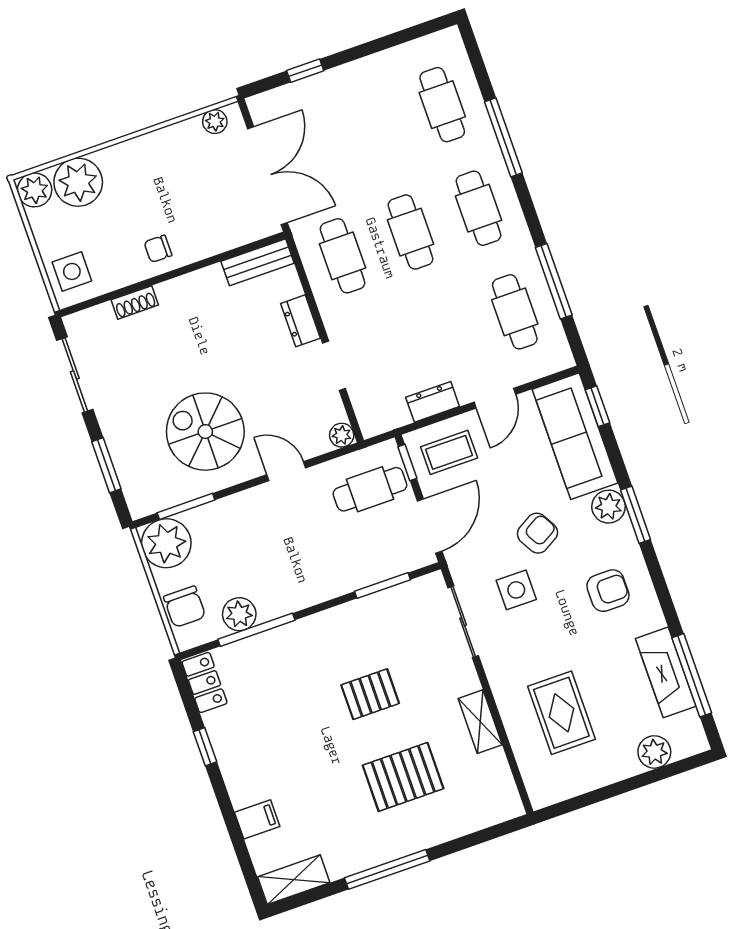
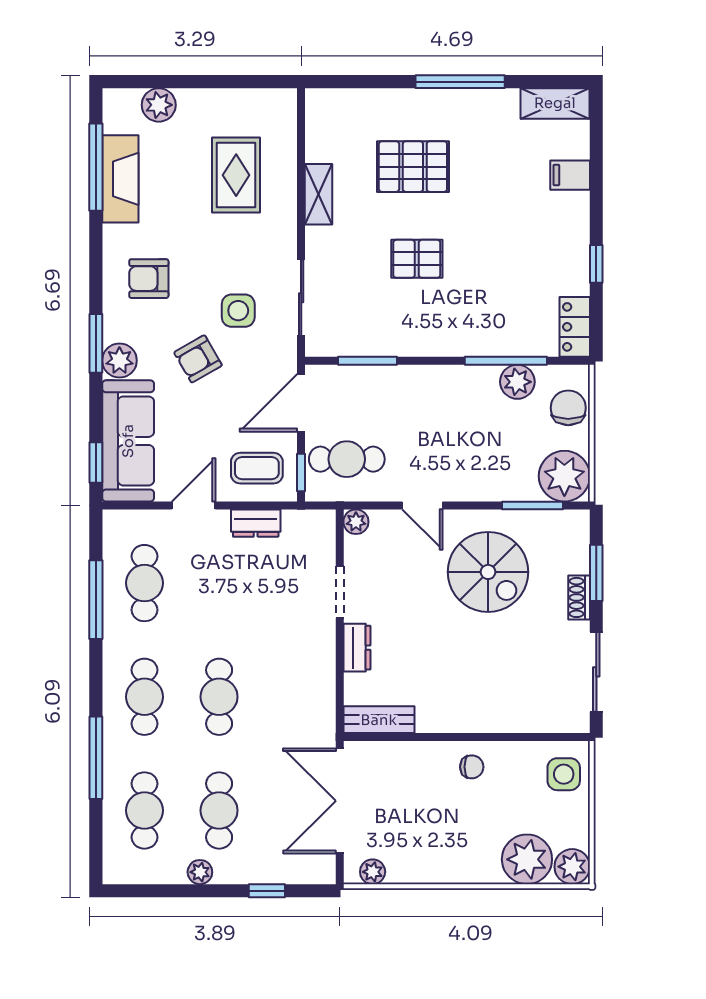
plant: (372, 66) -> (200, 872), added
cafe table: (343, 256) -> (219, 810), moved
shoe rack: (135, 302) -> (579, 597), moved, turned -90

